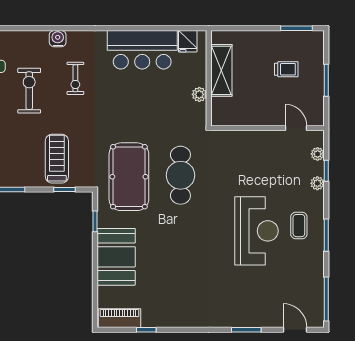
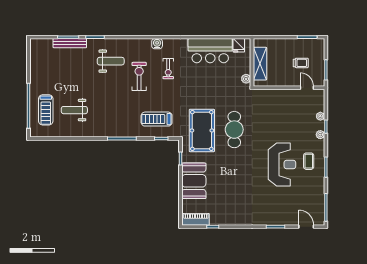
wall: (268, 128) -> (289, 88), moved
door: (296, 128) -> (307, 88), moved
treadmill: (57, 159) -> (157, 119), turned -90

